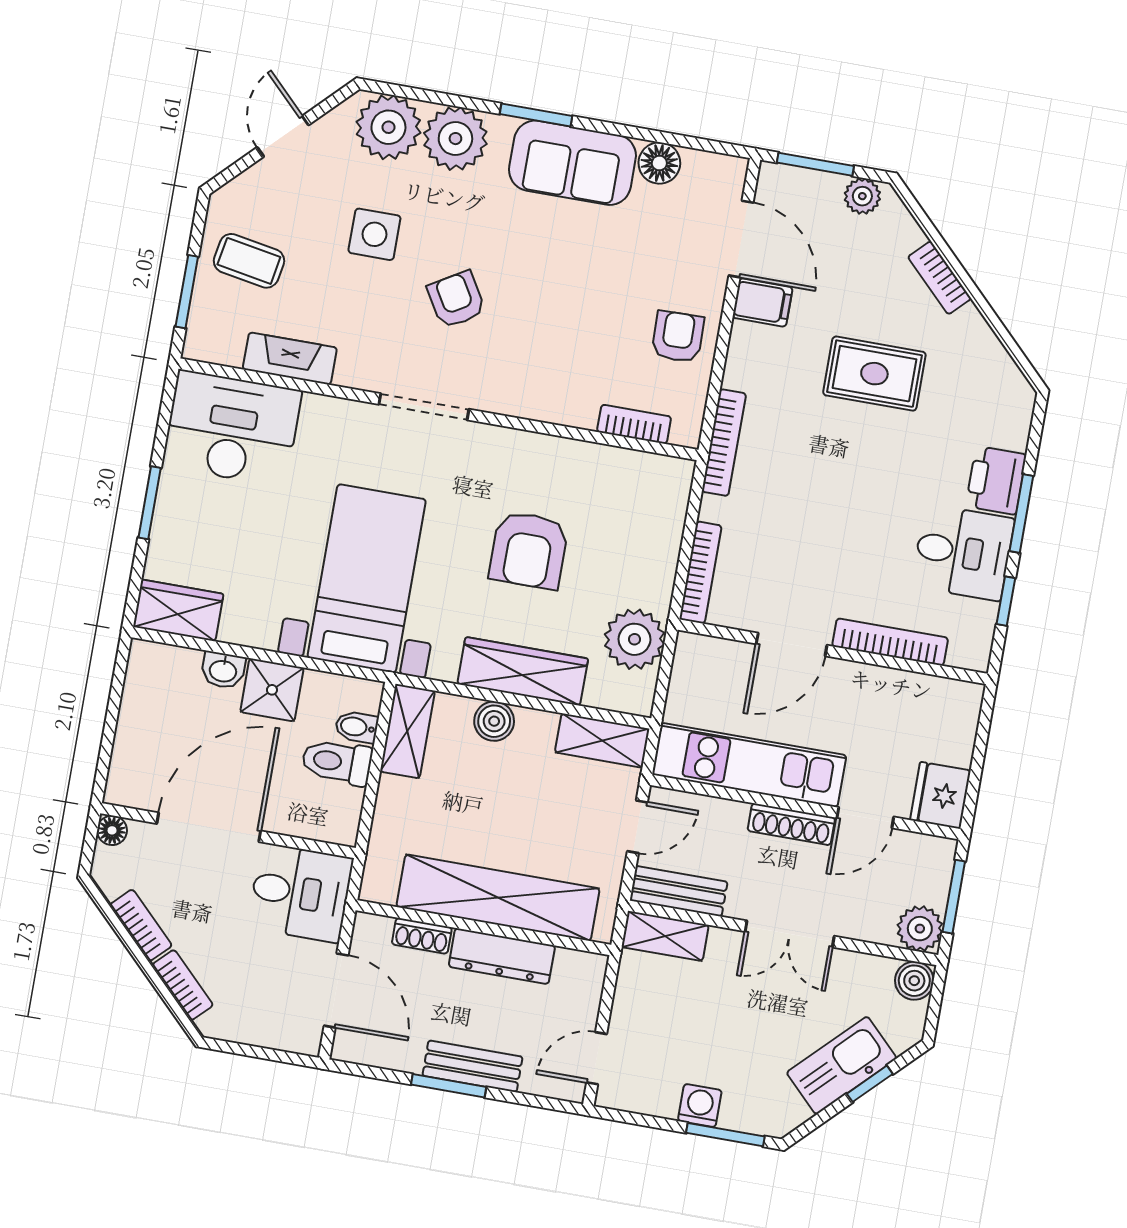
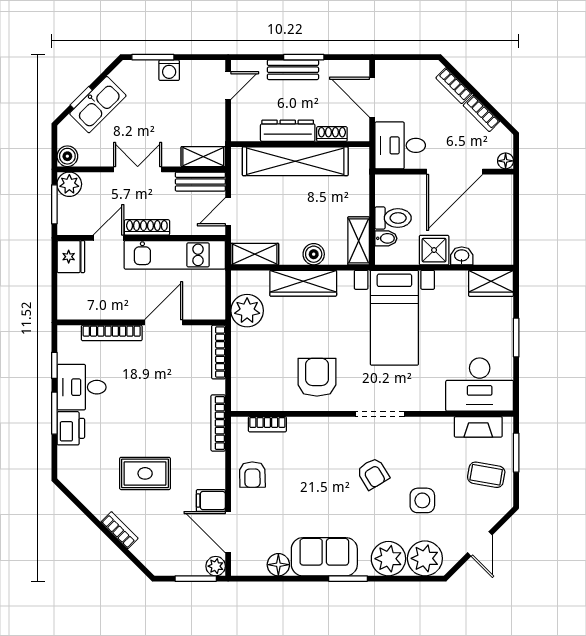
plant: (862, 196) -> (216, 566), moved
fireplace: (290, 358) -> (478, 427), moved
armchair: (529, 550) -> (317, 377), moved

